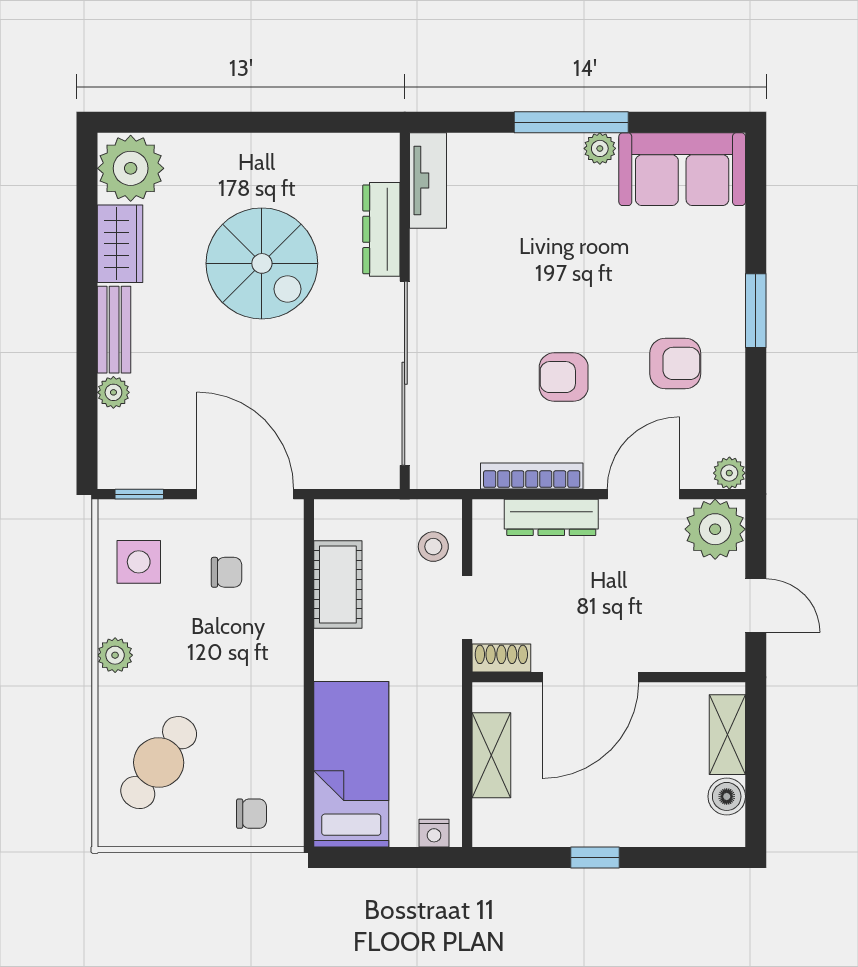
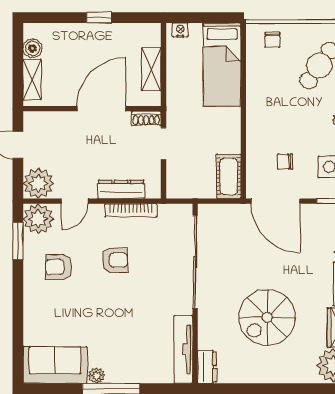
tv unit: (428, 180) -> (183, 349), width x1.41
dresser: (381, 229) -> (207, 367), moved, width x0.70
spiral stairs: (262, 263) -> (267, 317), turned -90
window: (756, 311) -> (18, 241), moved
plant: (729, 473) -> (38, 219), width x1.88, depth x1.88
door: (643, 494) -> (75, 201), width x0.73
stool: (433, 547) -> (181, 175), removed
cot: (338, 584) -> (229, 176), moved
chair: (251, 814) -> (272, 40), turned -90

